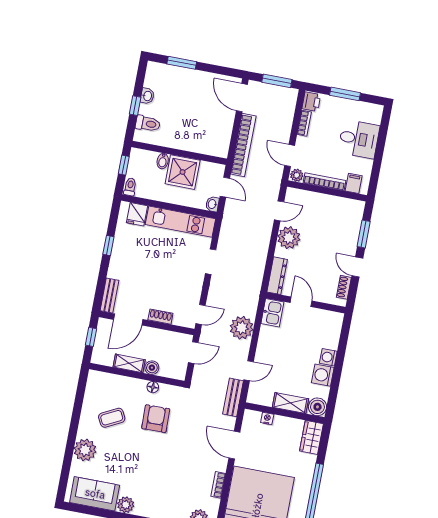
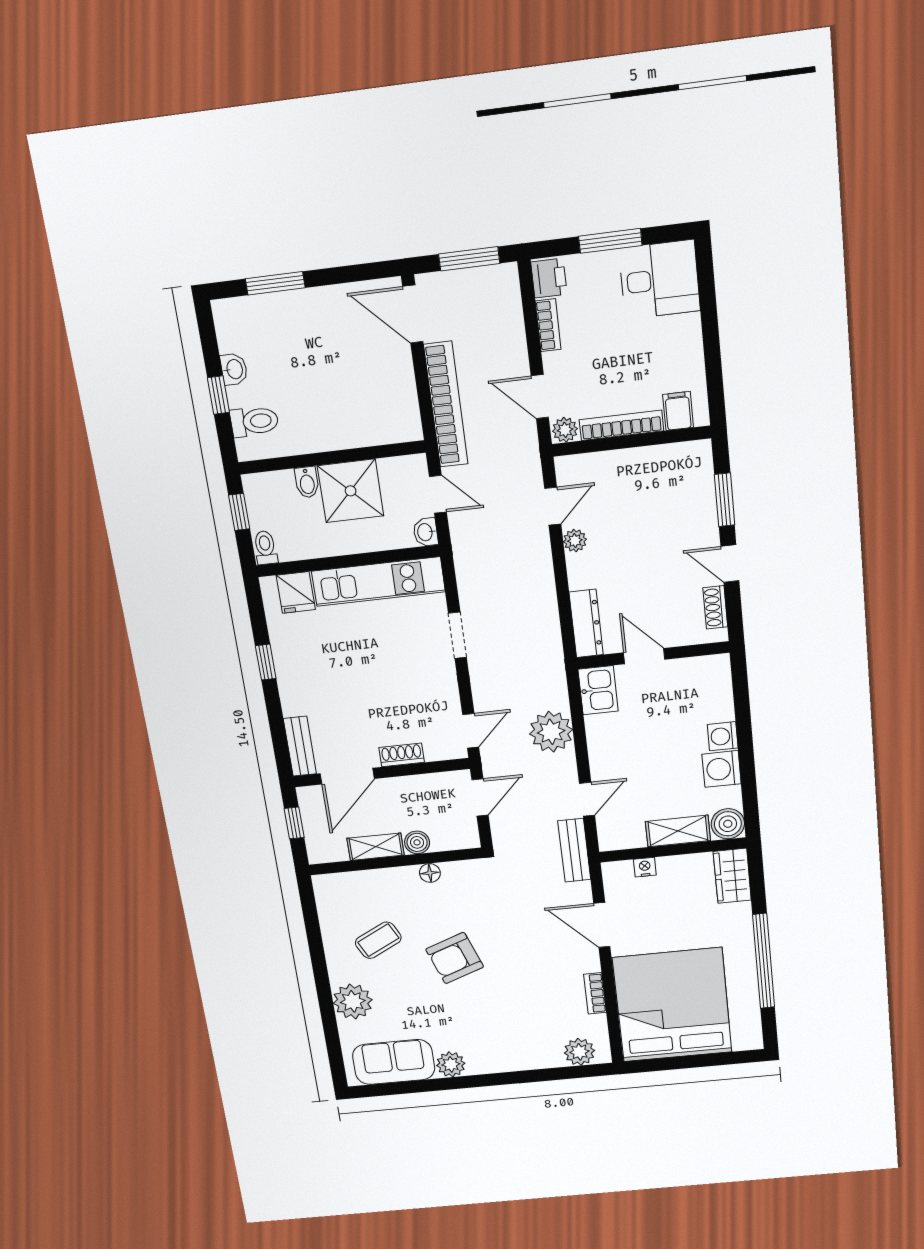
desk: (359, 139) -> (659, 280), moved
plant: (289, 238) -> (575, 541), width x0.53, depth x0.53
armchair: (156, 419) -> (455, 958), moved, turned -109

